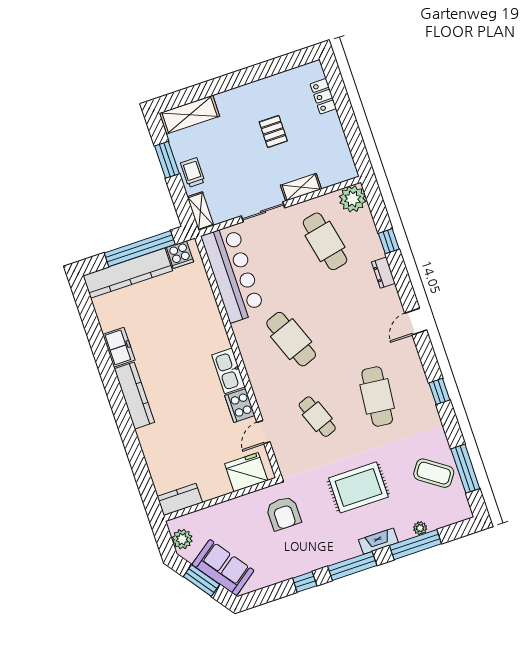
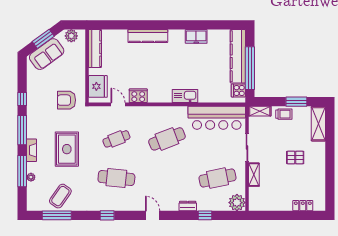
pallet: (273, 131) -> (295, 157), moved
kitchen sink: (228, 371) -> (185, 96), moved
kitchen counter: (134, 396) -> (148, 36), moved
kitchen counter: (180, 500) -> (95, 48), width x1.50

